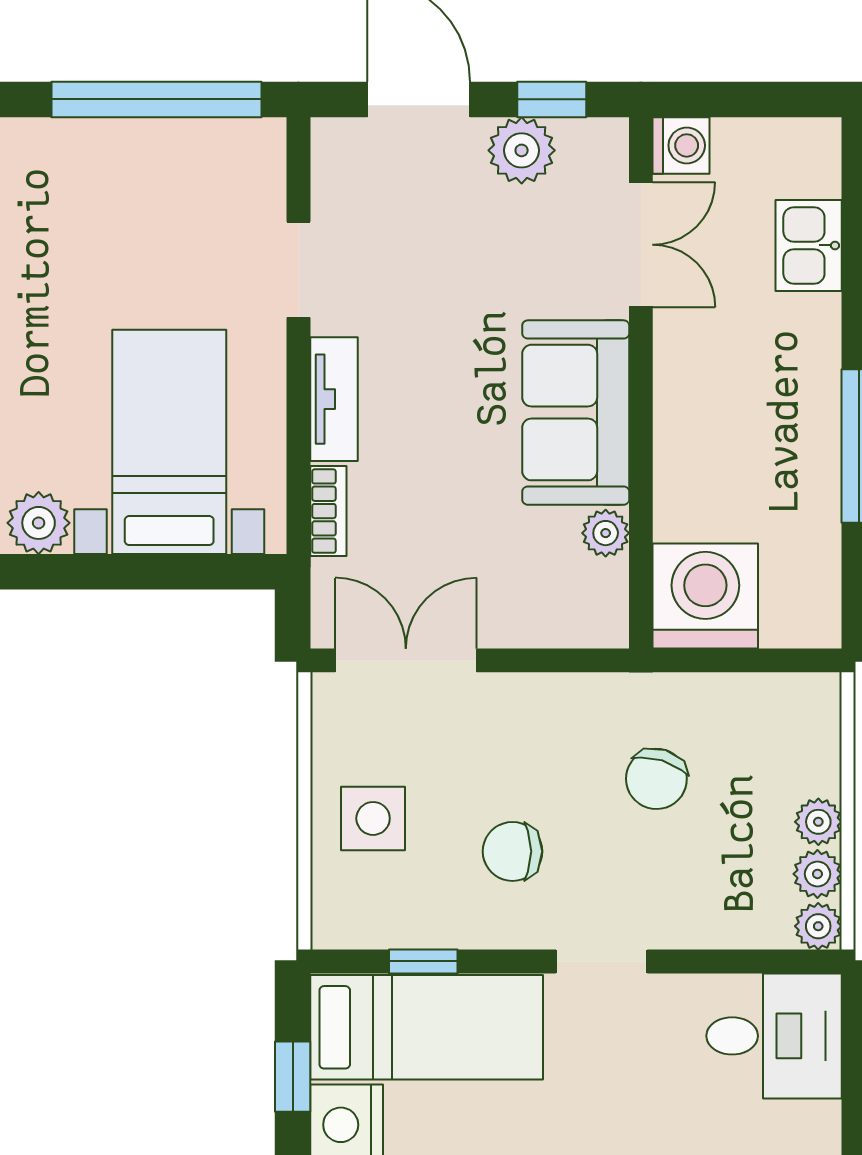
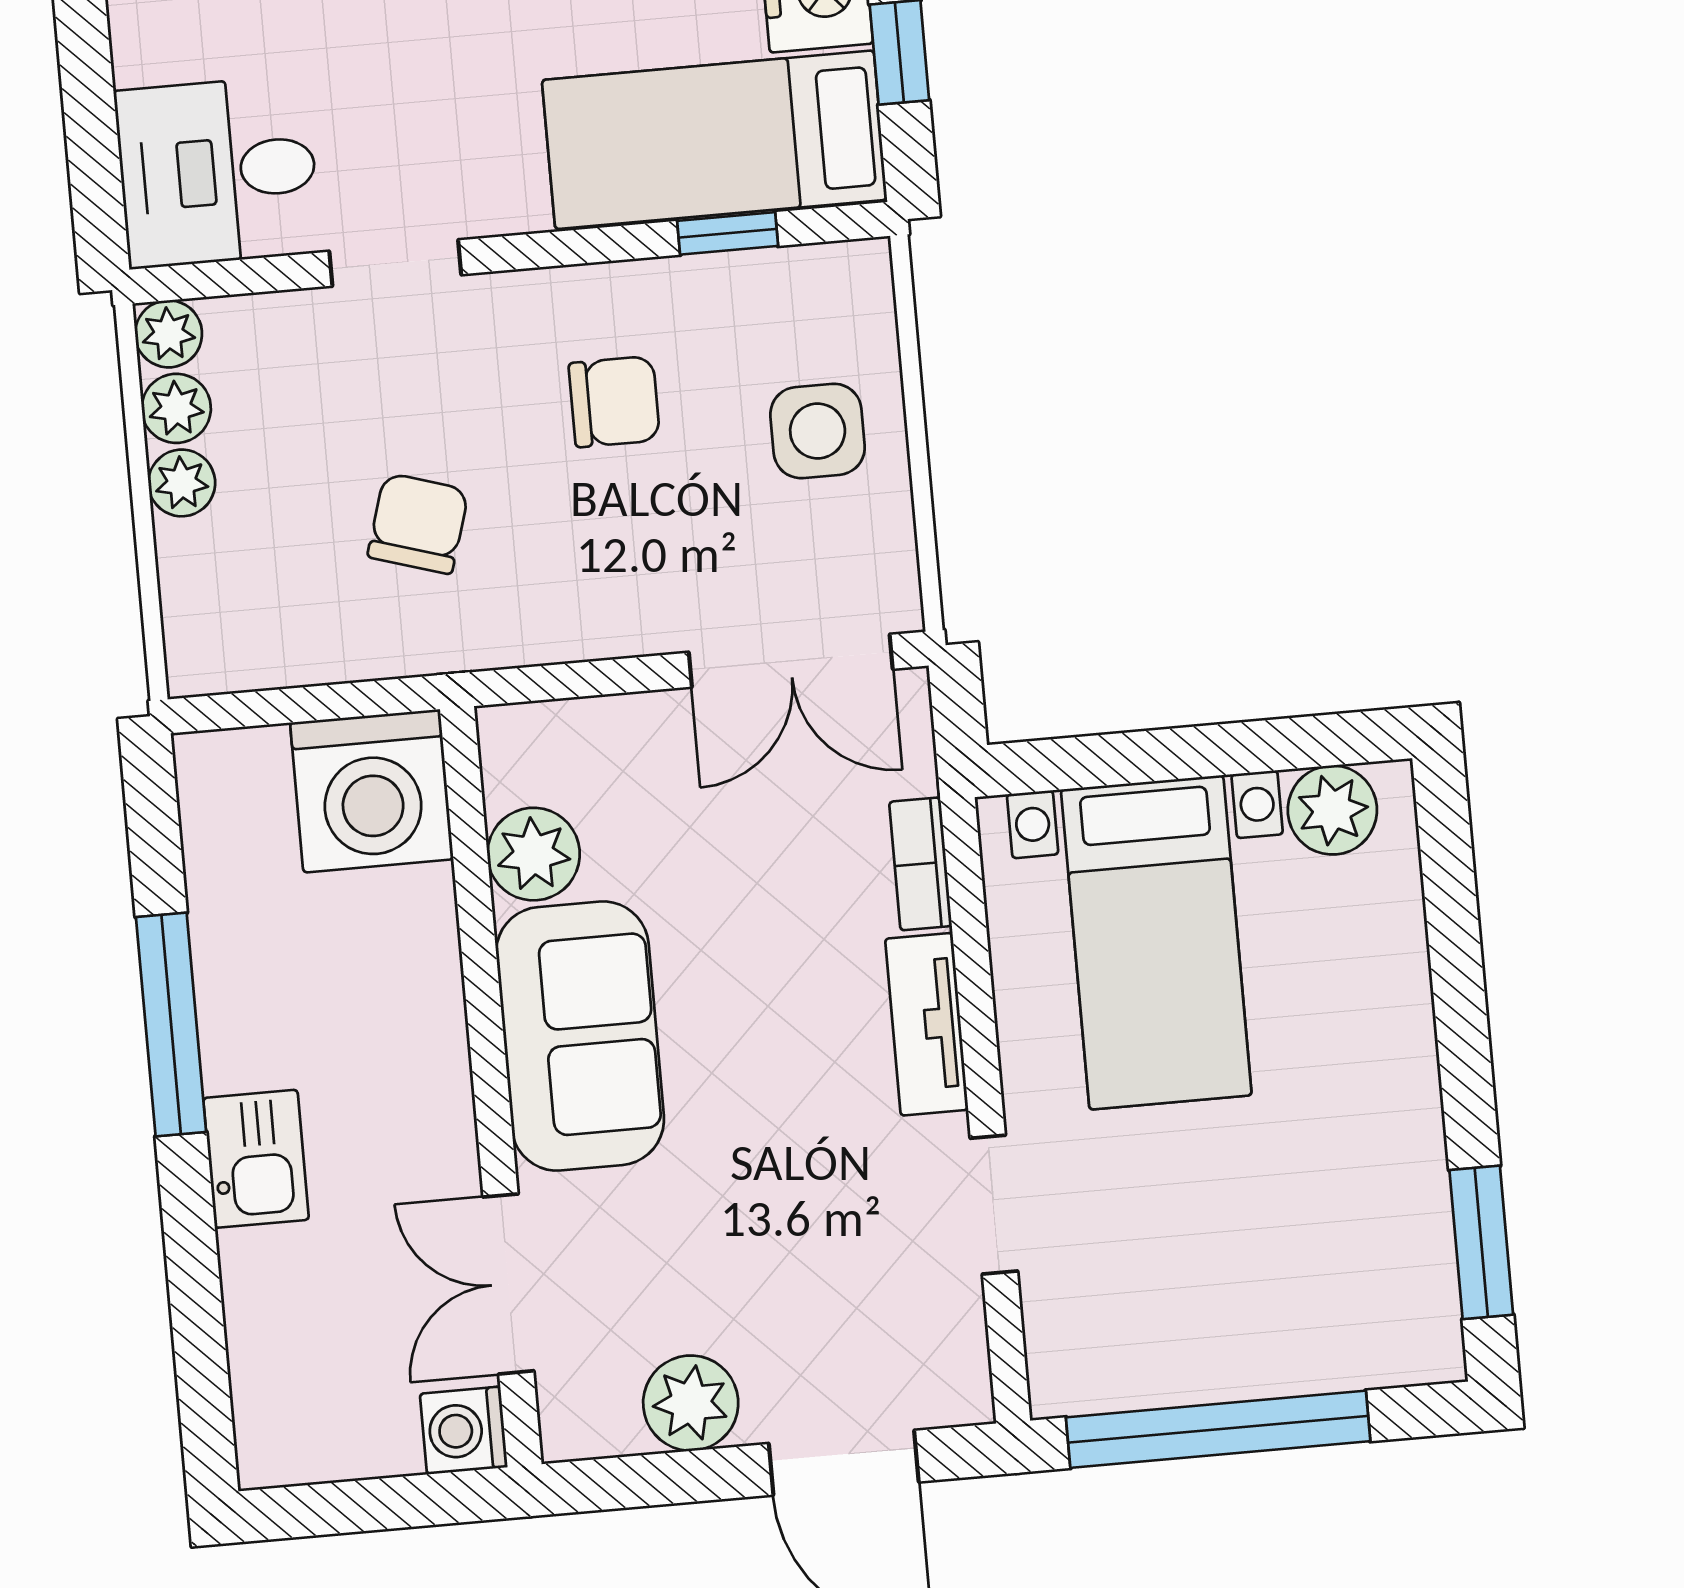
window: (552, 99) -> (654, 1480), removed
kitchen sink: (809, 245) -> (256, 1159), moved
plant: (606, 533) -> (533, 854), width x1.38, depth x1.38
doorway: (602, 961) -> (395, 263), moved

